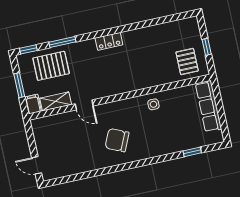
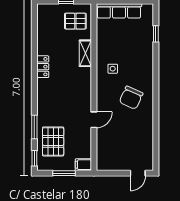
locker: (109, 41) -> (43, 67), moved
shelving: (56, 101) -> (85, 53), moved
side table: (153, 104) -> (113, 69), moved

